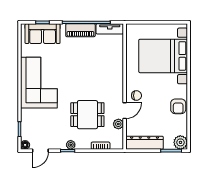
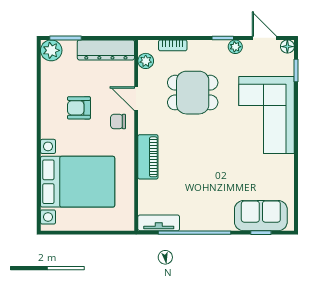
piano: (80, 30) -> (148, 157), moved, turned 90
corner sofa: (39, 83) -> (266, 115), moved
armchair: (178, 106) -> (79, 108), moved, turned -90
door: (125, 111) -> (136, 99), hinge flipped
plant: (118, 124) -> (146, 61), moved
plant: (71, 145) -> (235, 47), moved
door: (40, 151) -> (264, 38), hinge flipped

